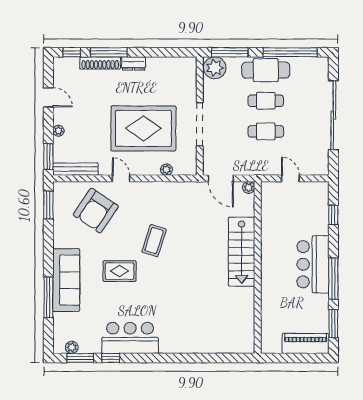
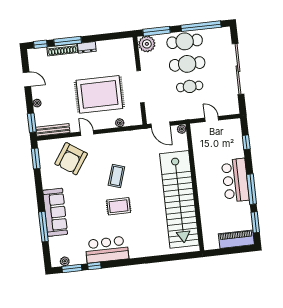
cafe table: (266, 101) -> (187, 64), width x1.37, depth x1.35
stairs: (242, 252) -> (179, 199), width x1.86, depth x1.51
rug: (120, 271) -> (119, 206), moved

